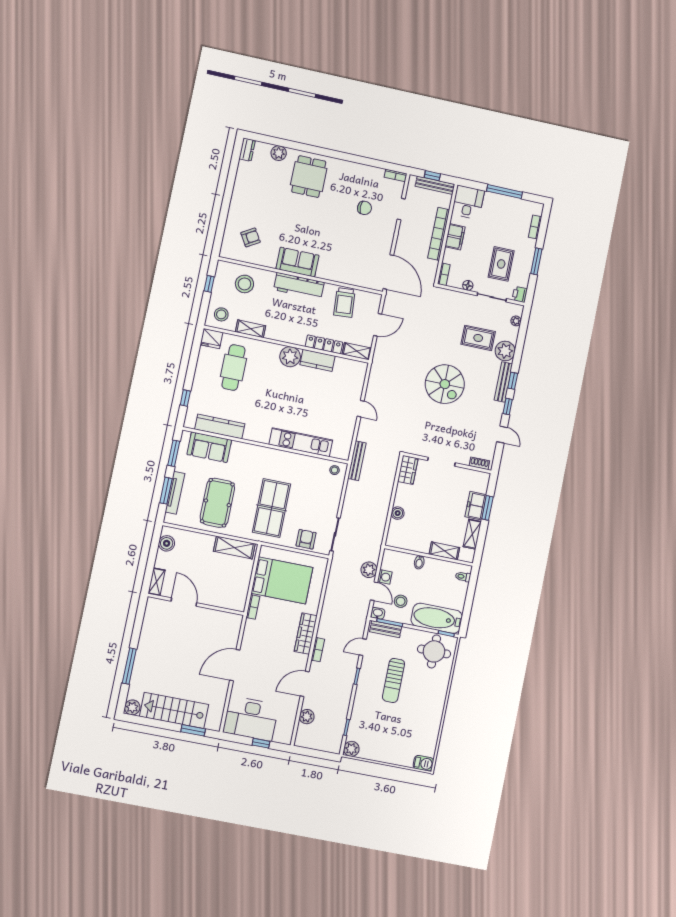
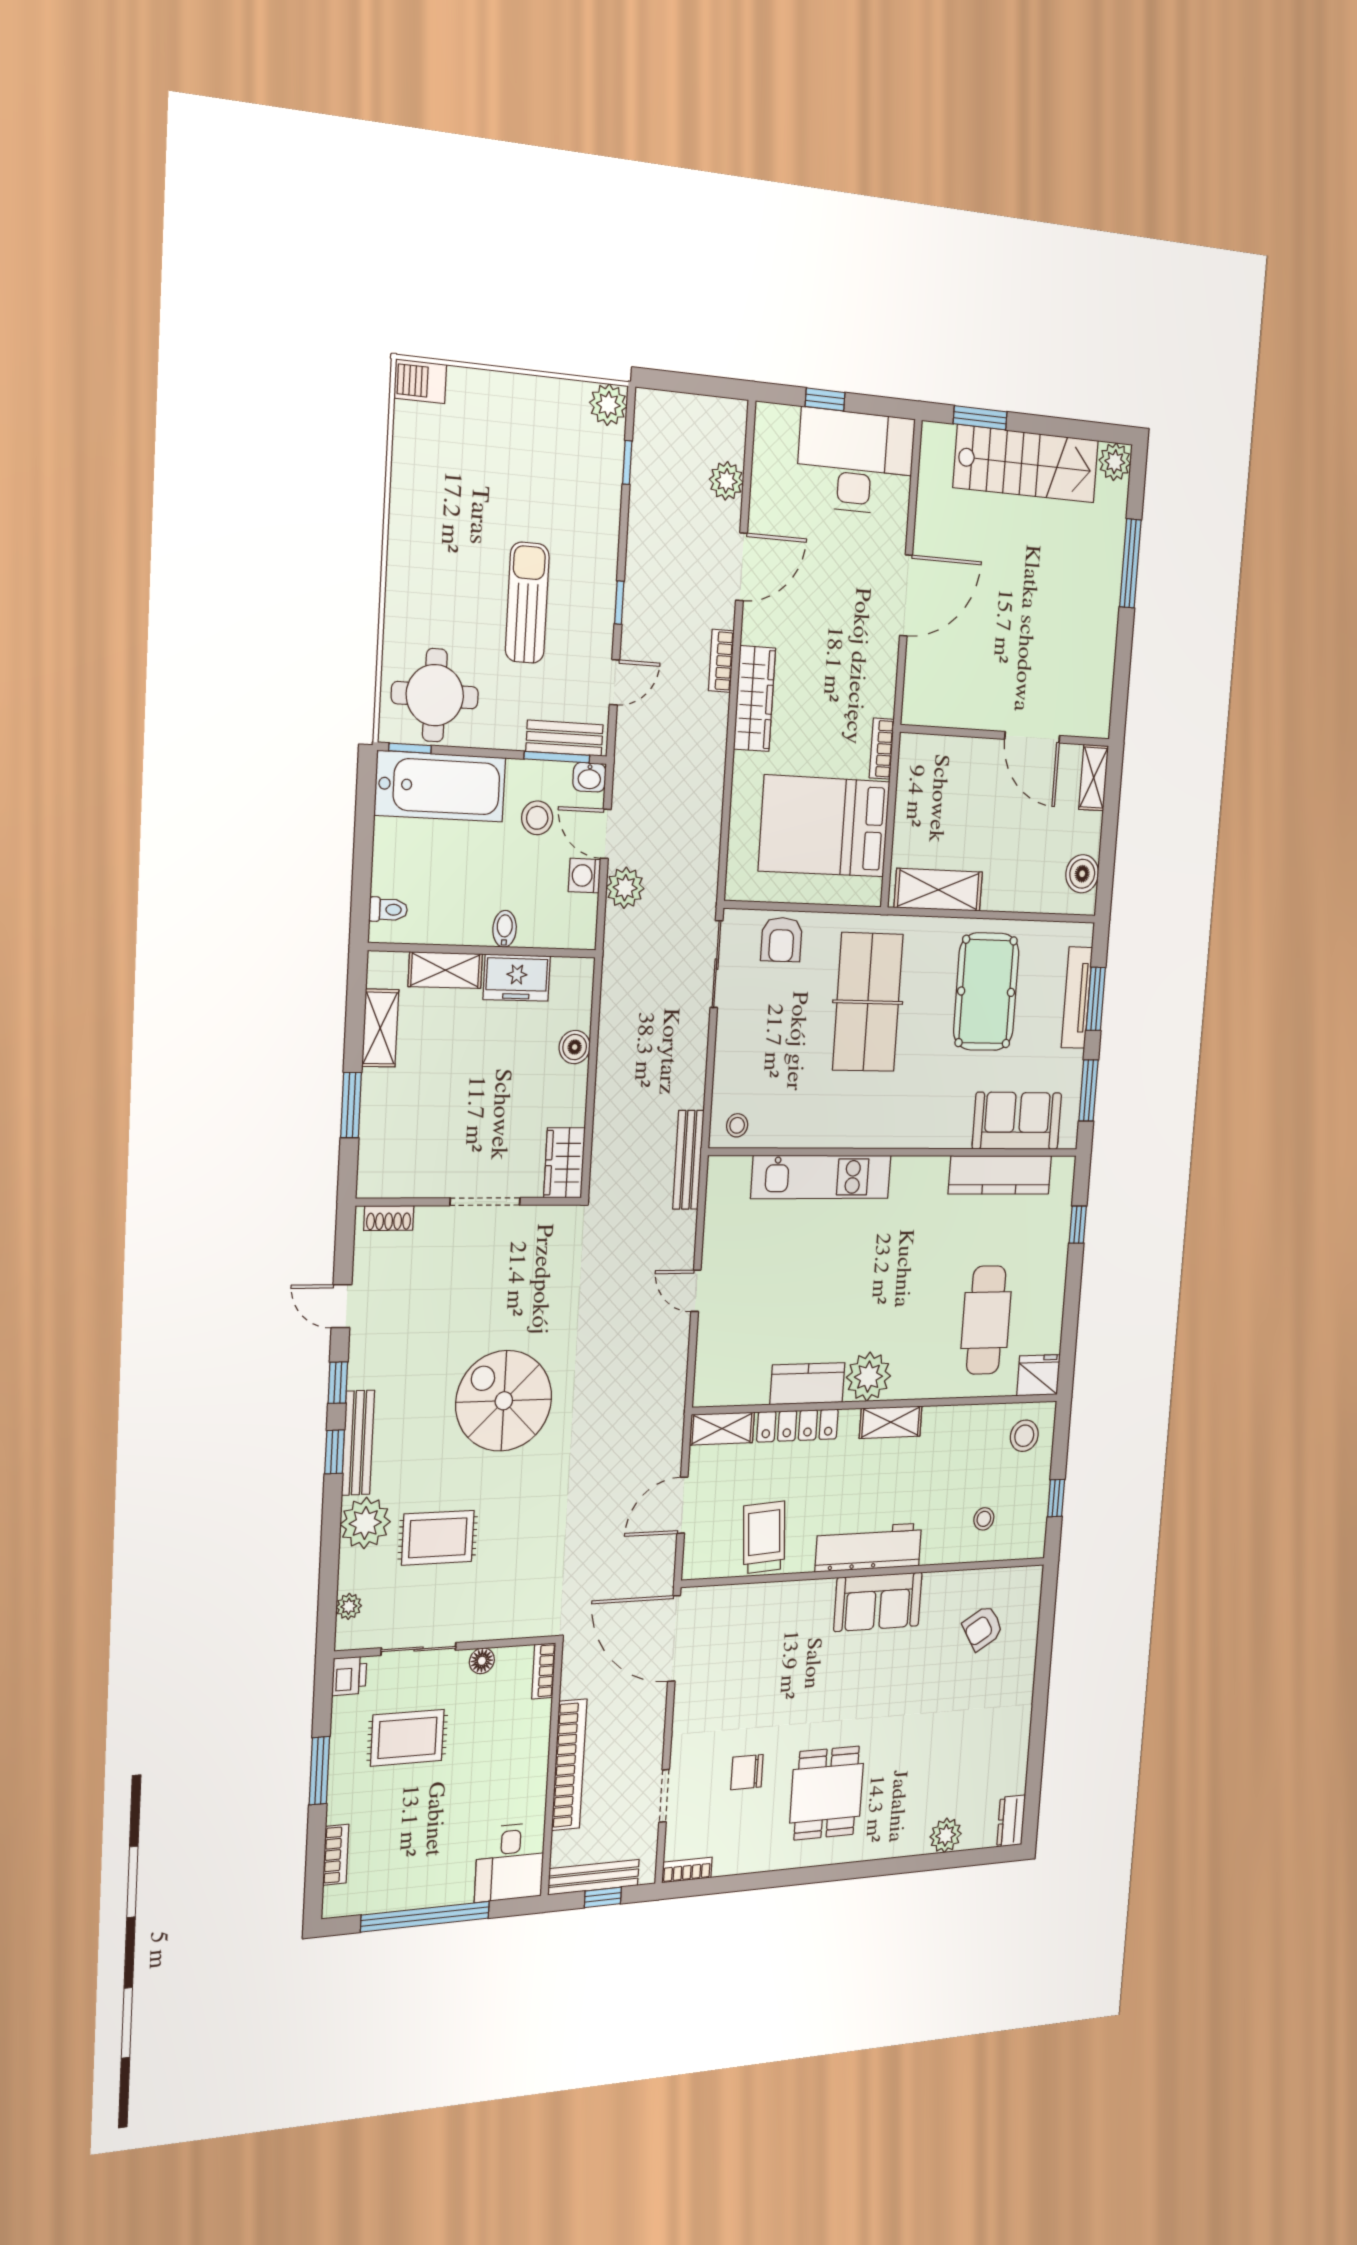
dining table: (309, 177) -> (827, 1793), moved
window: (504, 192) -> (425, 1917), width x1.46
filing cabinet: (455, 237) -> (529, 1770), removed
rug: (501, 264) -> (407, 1738), turned 90
stool: (244, 284) -> (984, 1519), width x0.53, depth x0.53
shelving: (251, 329) -> (891, 1422), moved
freezer: (476, 506) -> (517, 978), moved, turned 90

